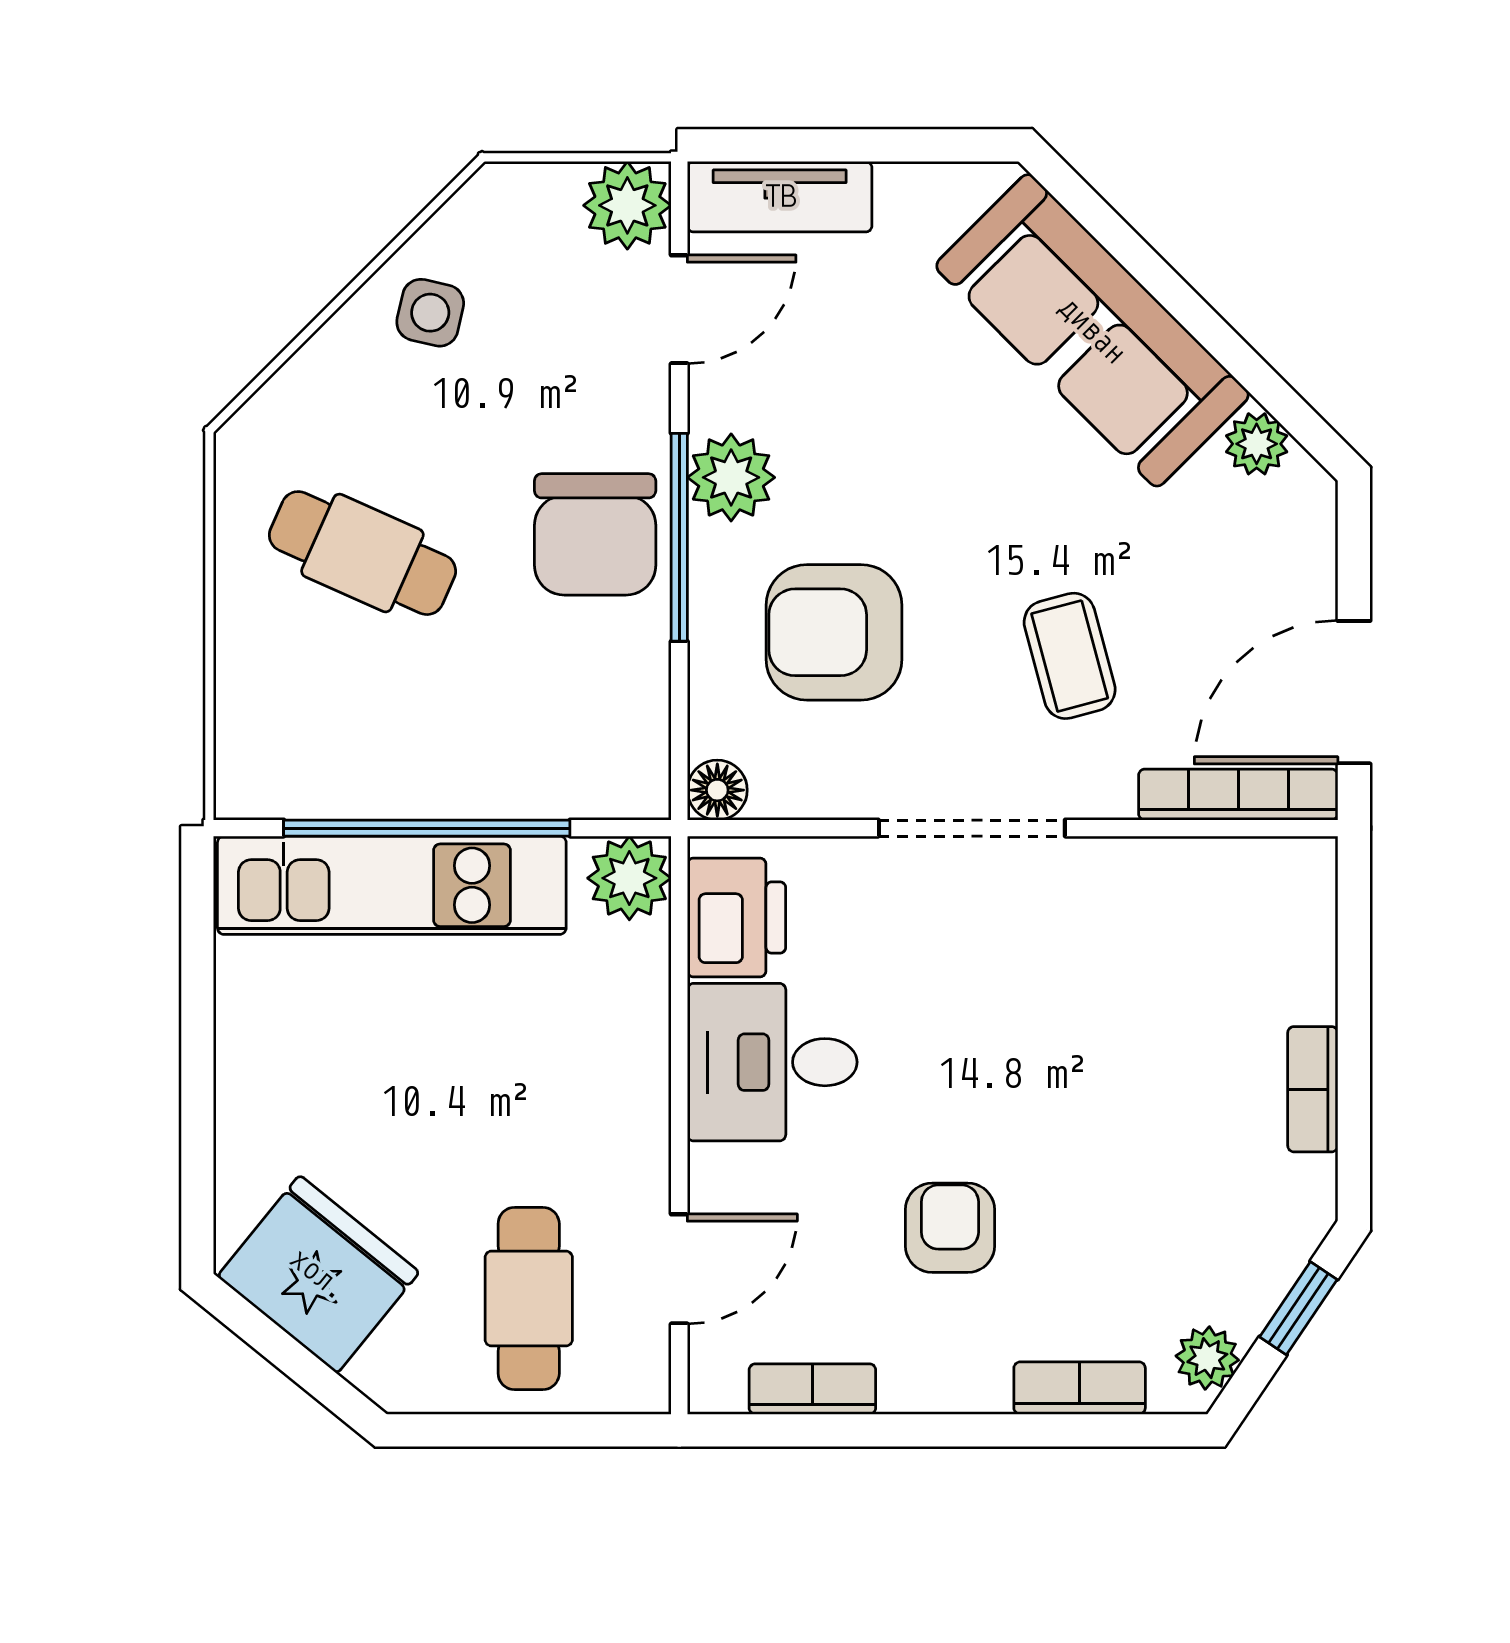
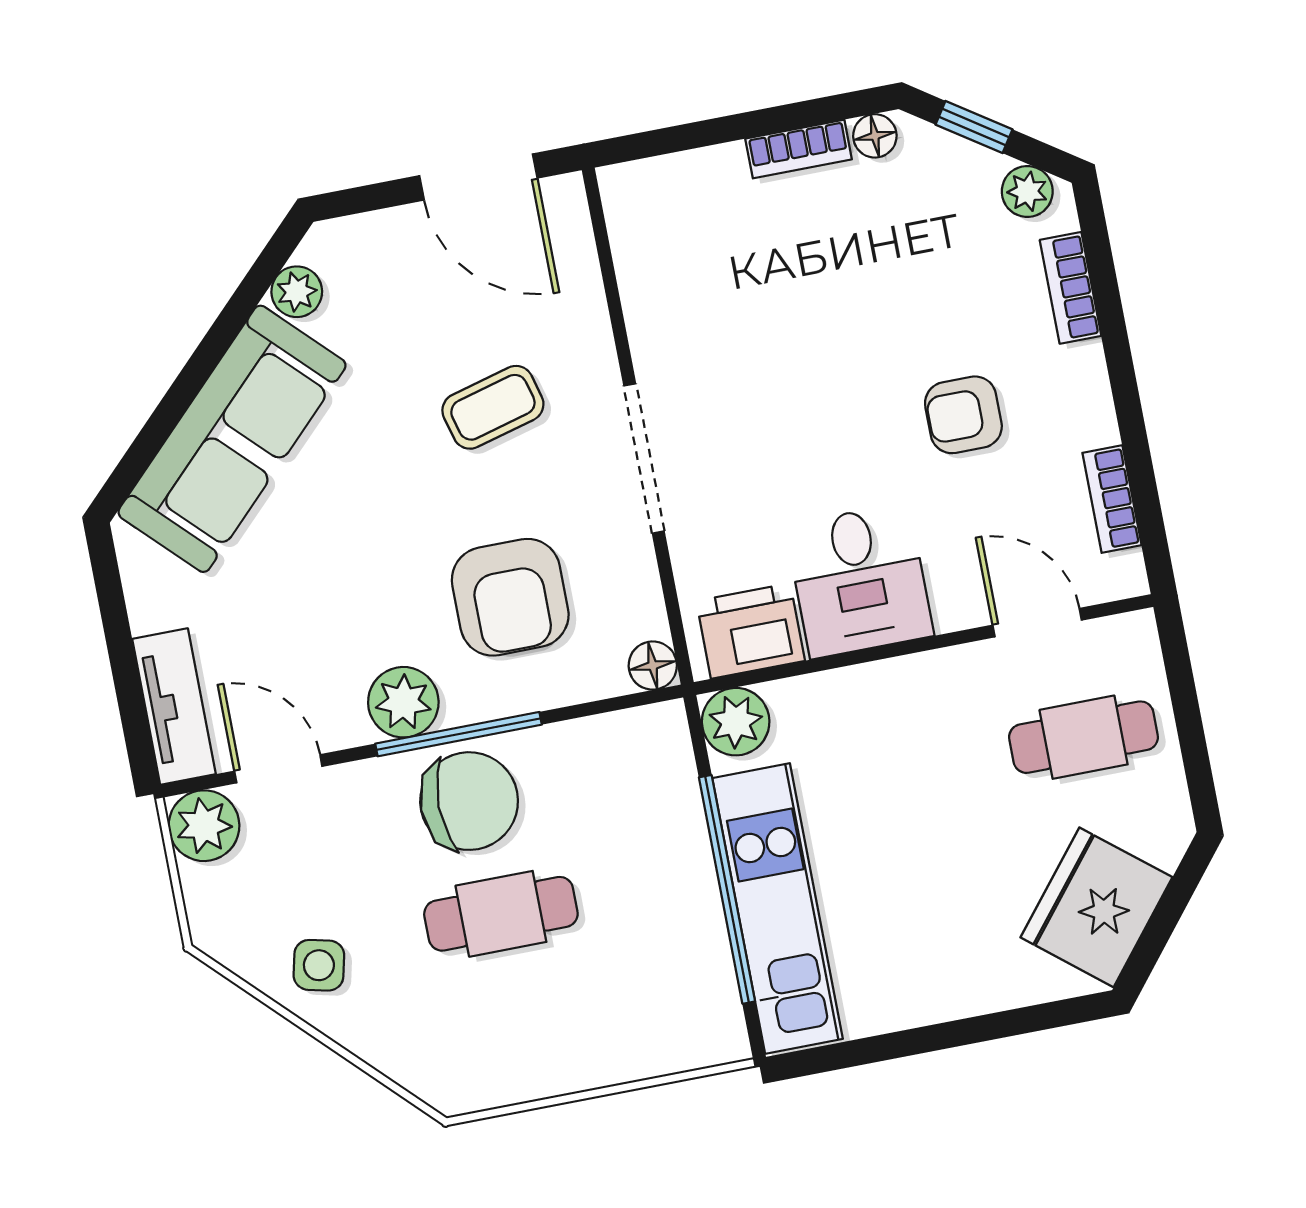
cafe table: (362, 553) -> (501, 914), moved, turned 66
bookcase: (1238, 795) -> (577, 253), removed
floor lamp: (1311, 1185) -> (875, 136), added

